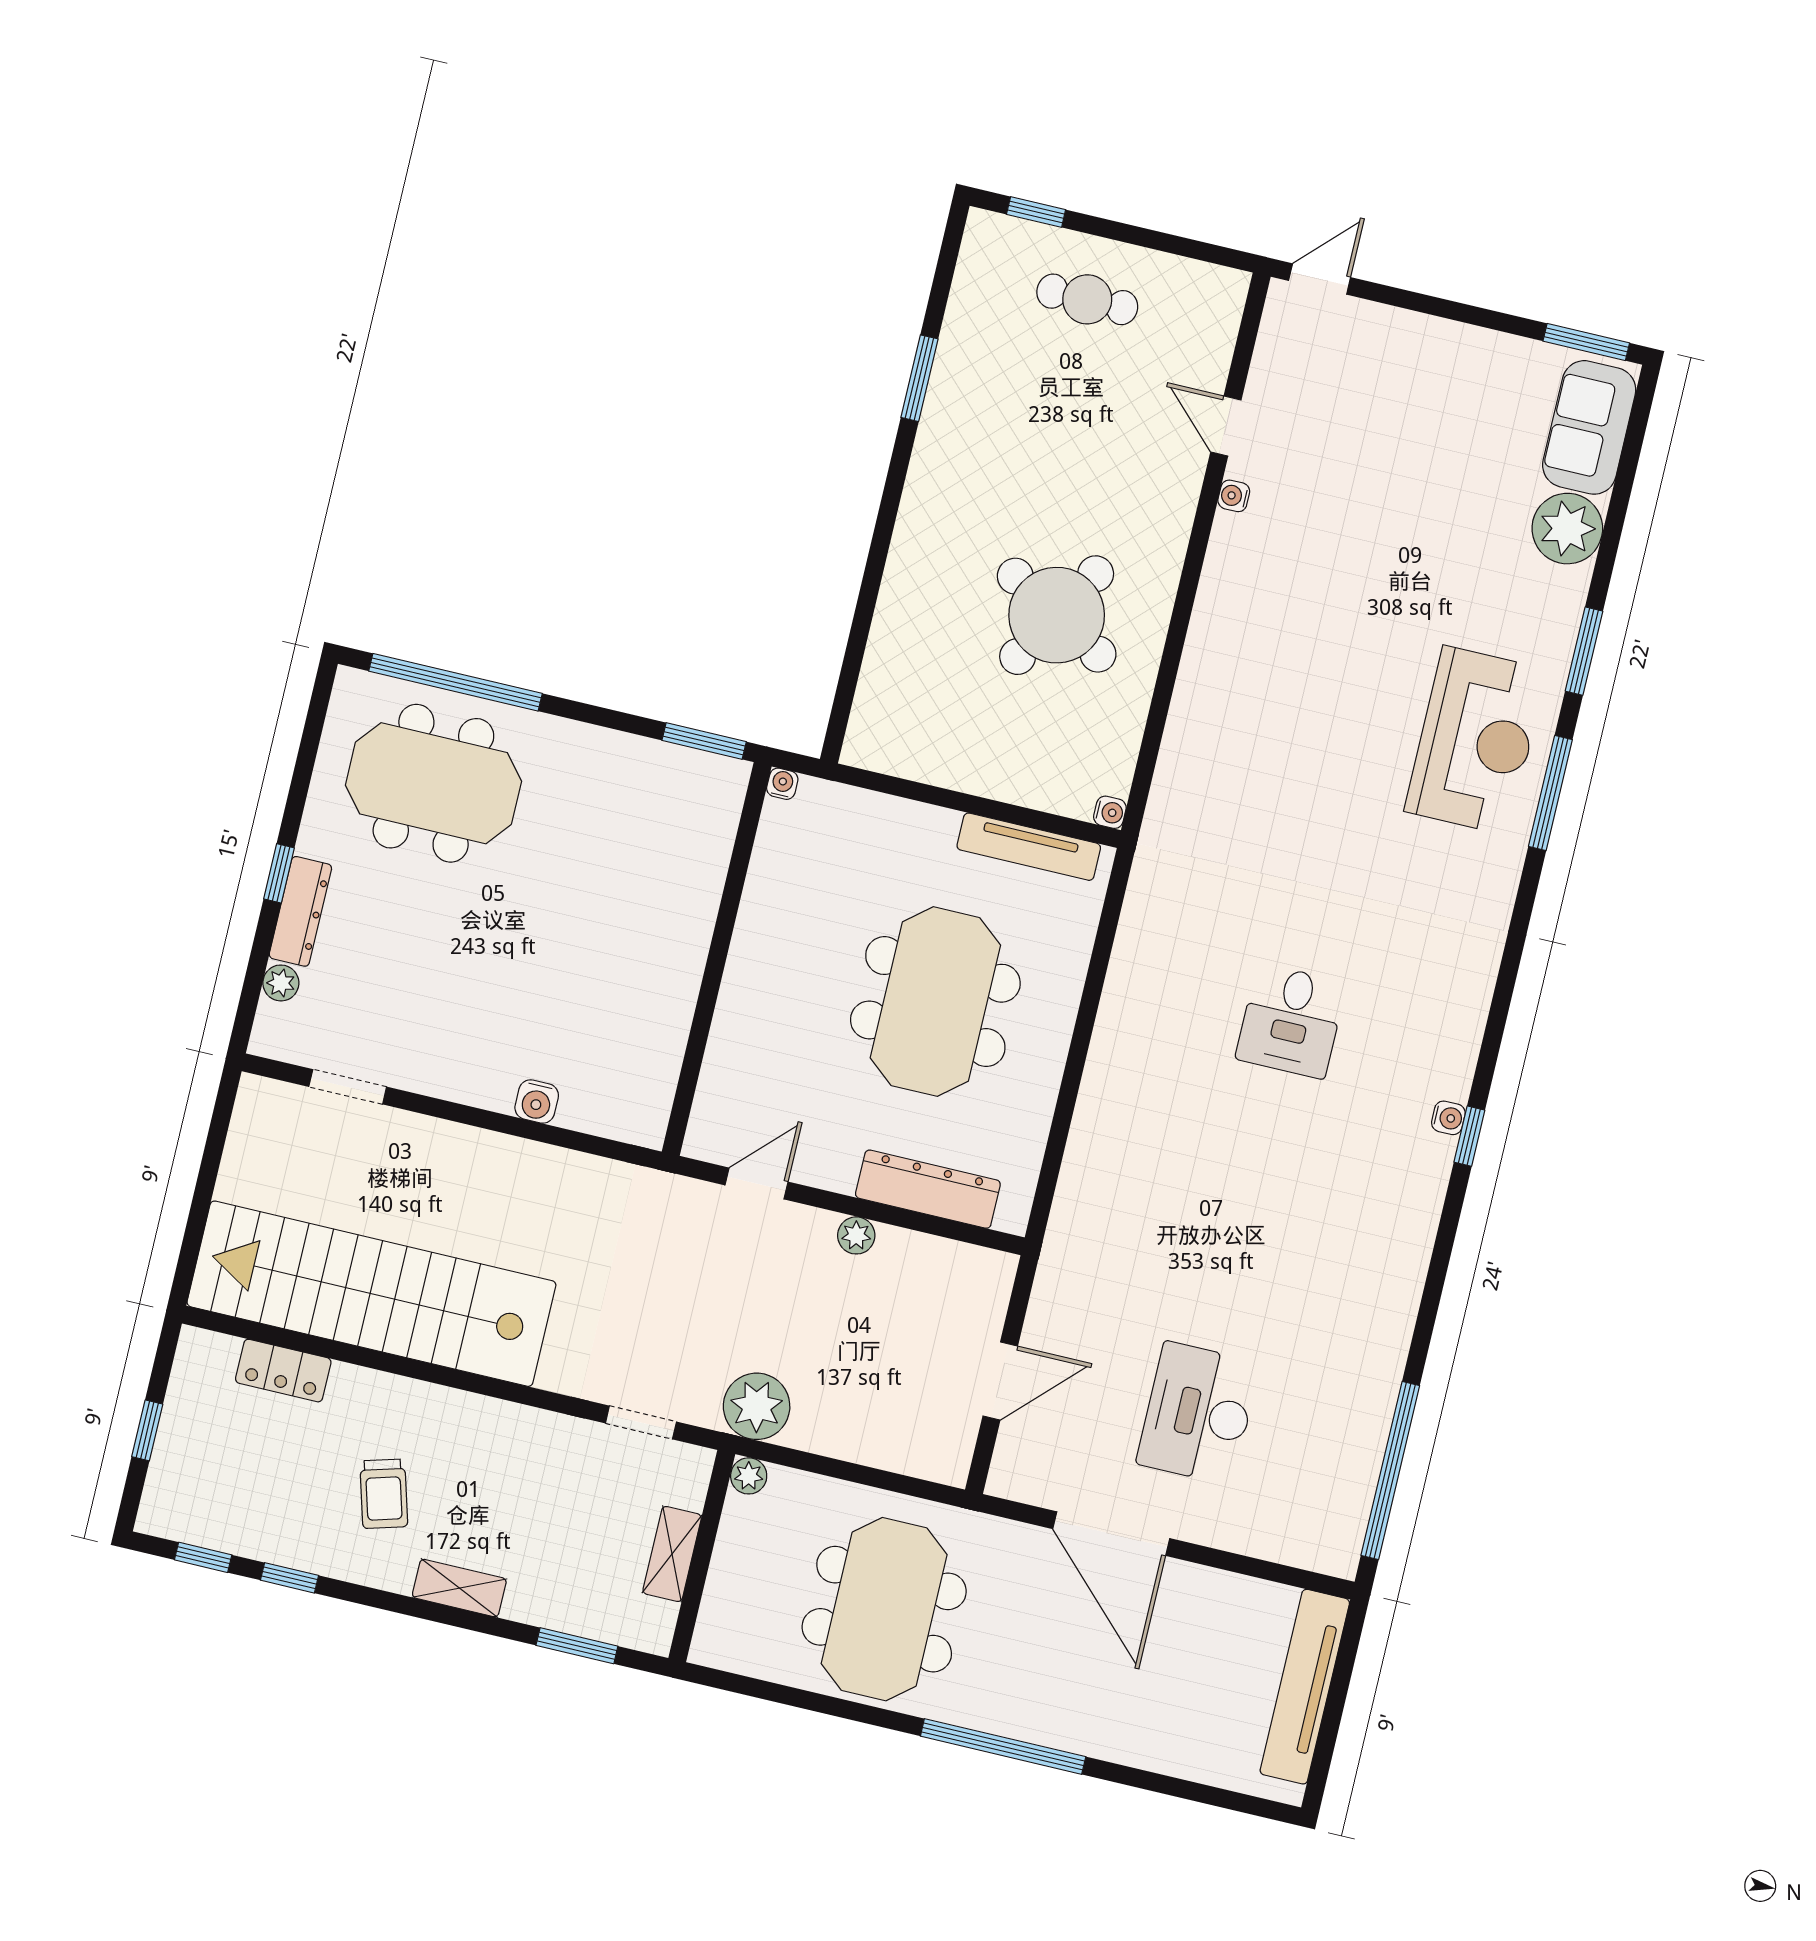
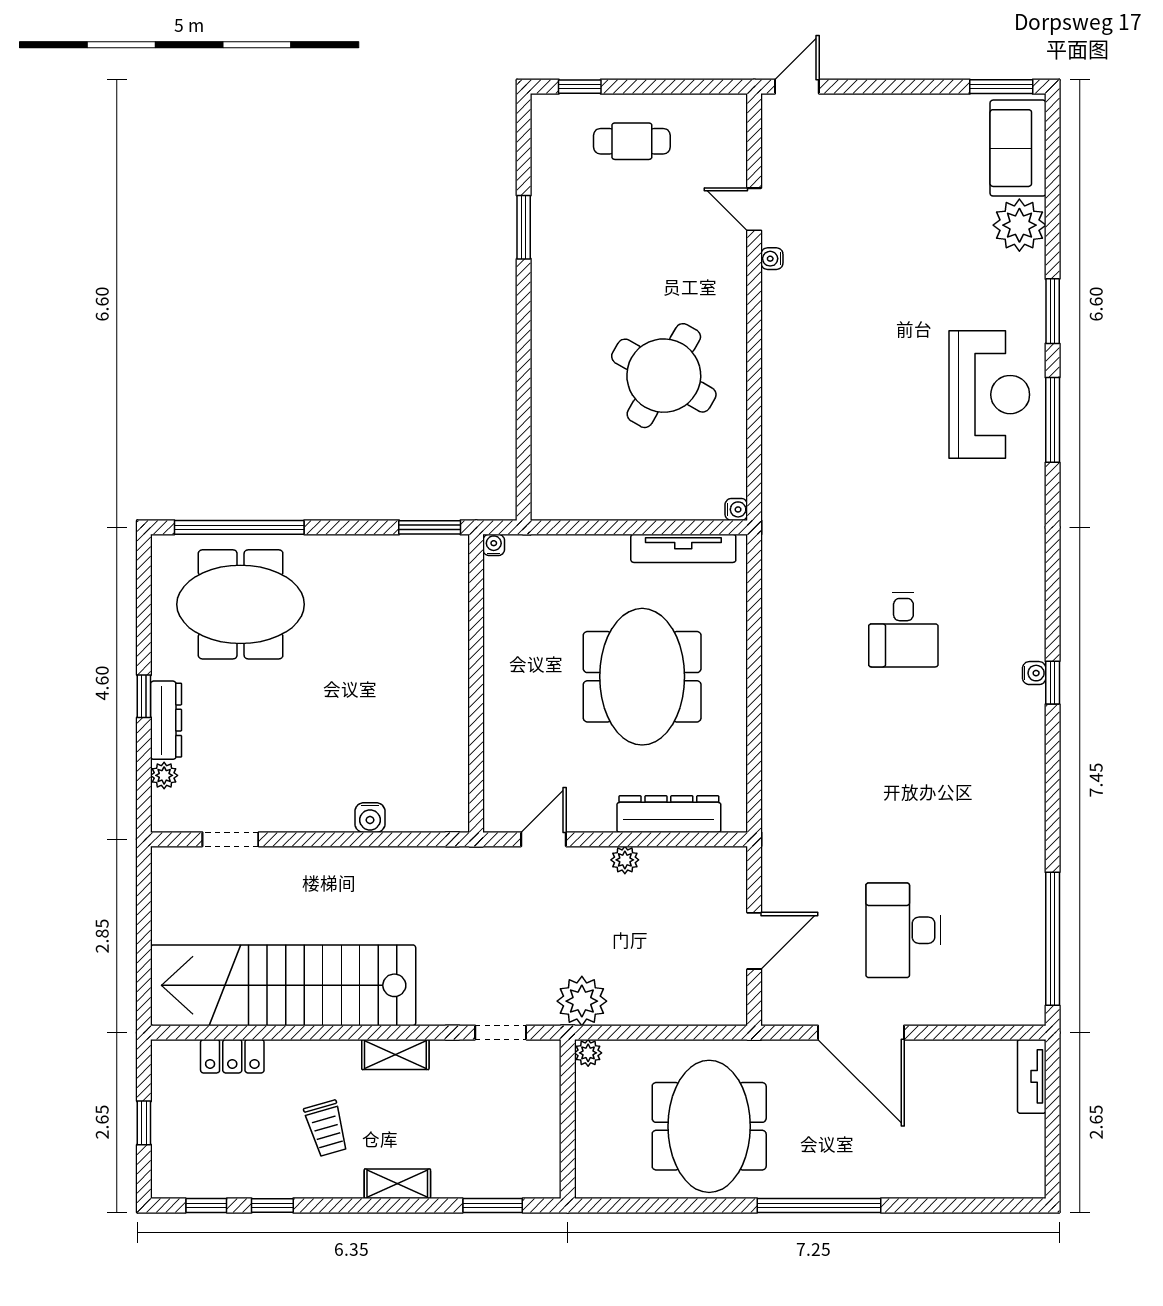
shelving: (672, 1554) -> (395, 1054), moved, turned 90
tv unit: (1305, 1687) -> (1032, 1076), width x0.52, depth x0.78

